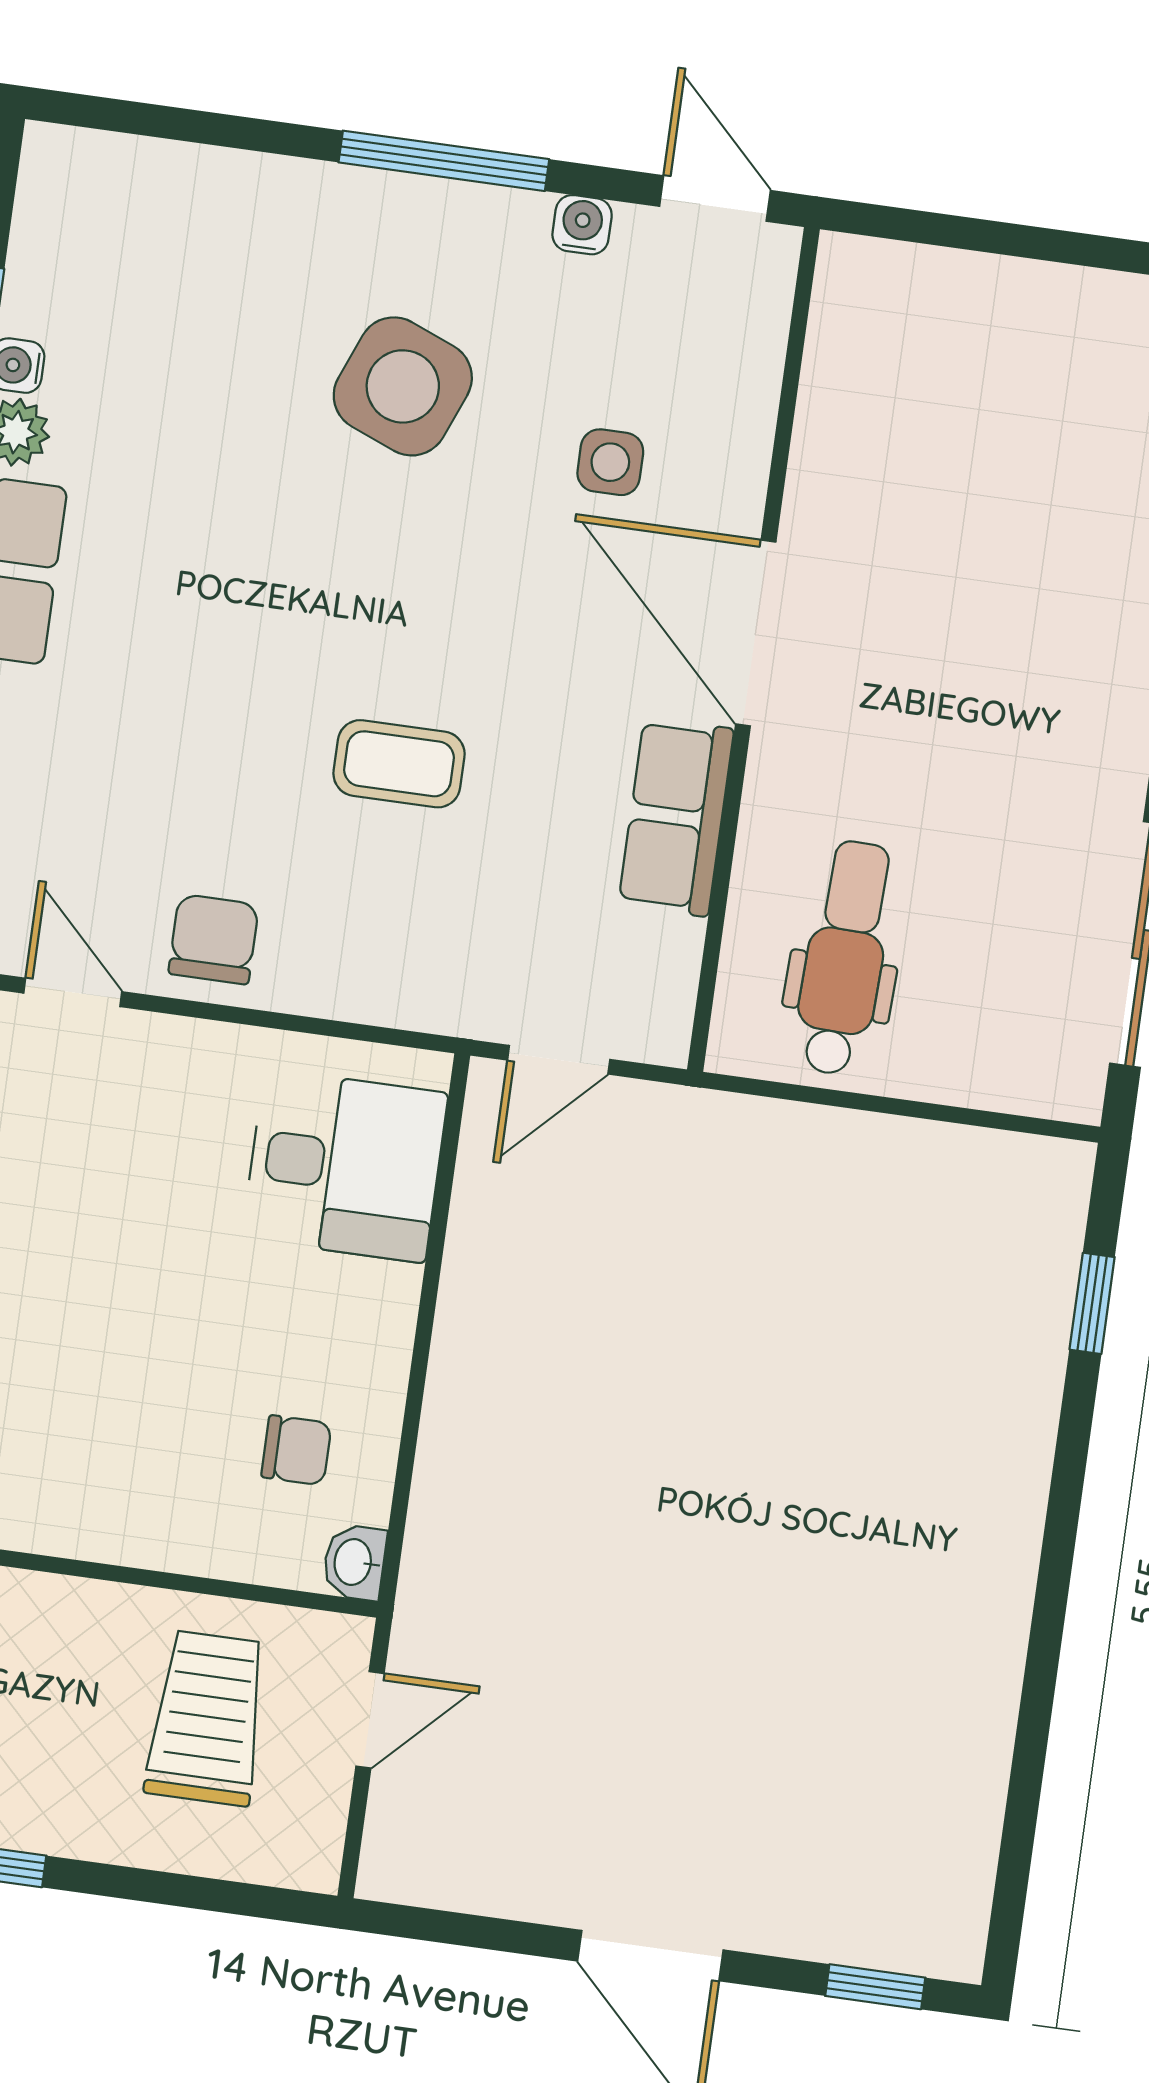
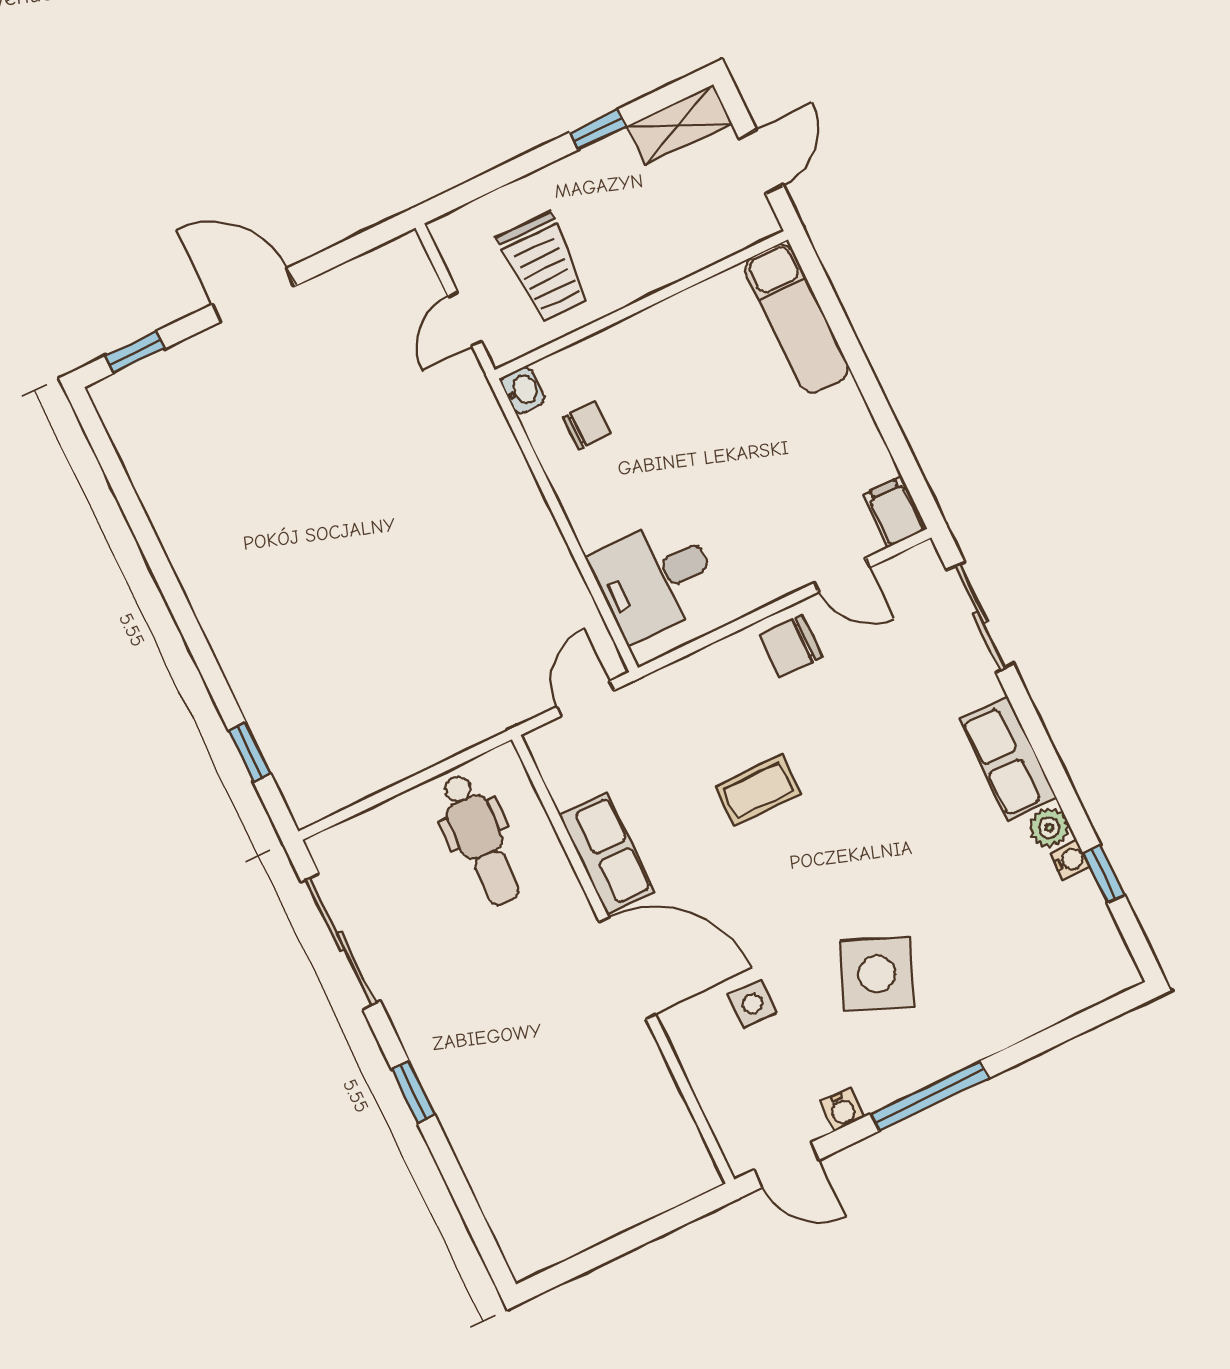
chair: (214, 939) -> (791, 646), turned 90
chair: (296, 1450) -> (587, 426), turned 180

